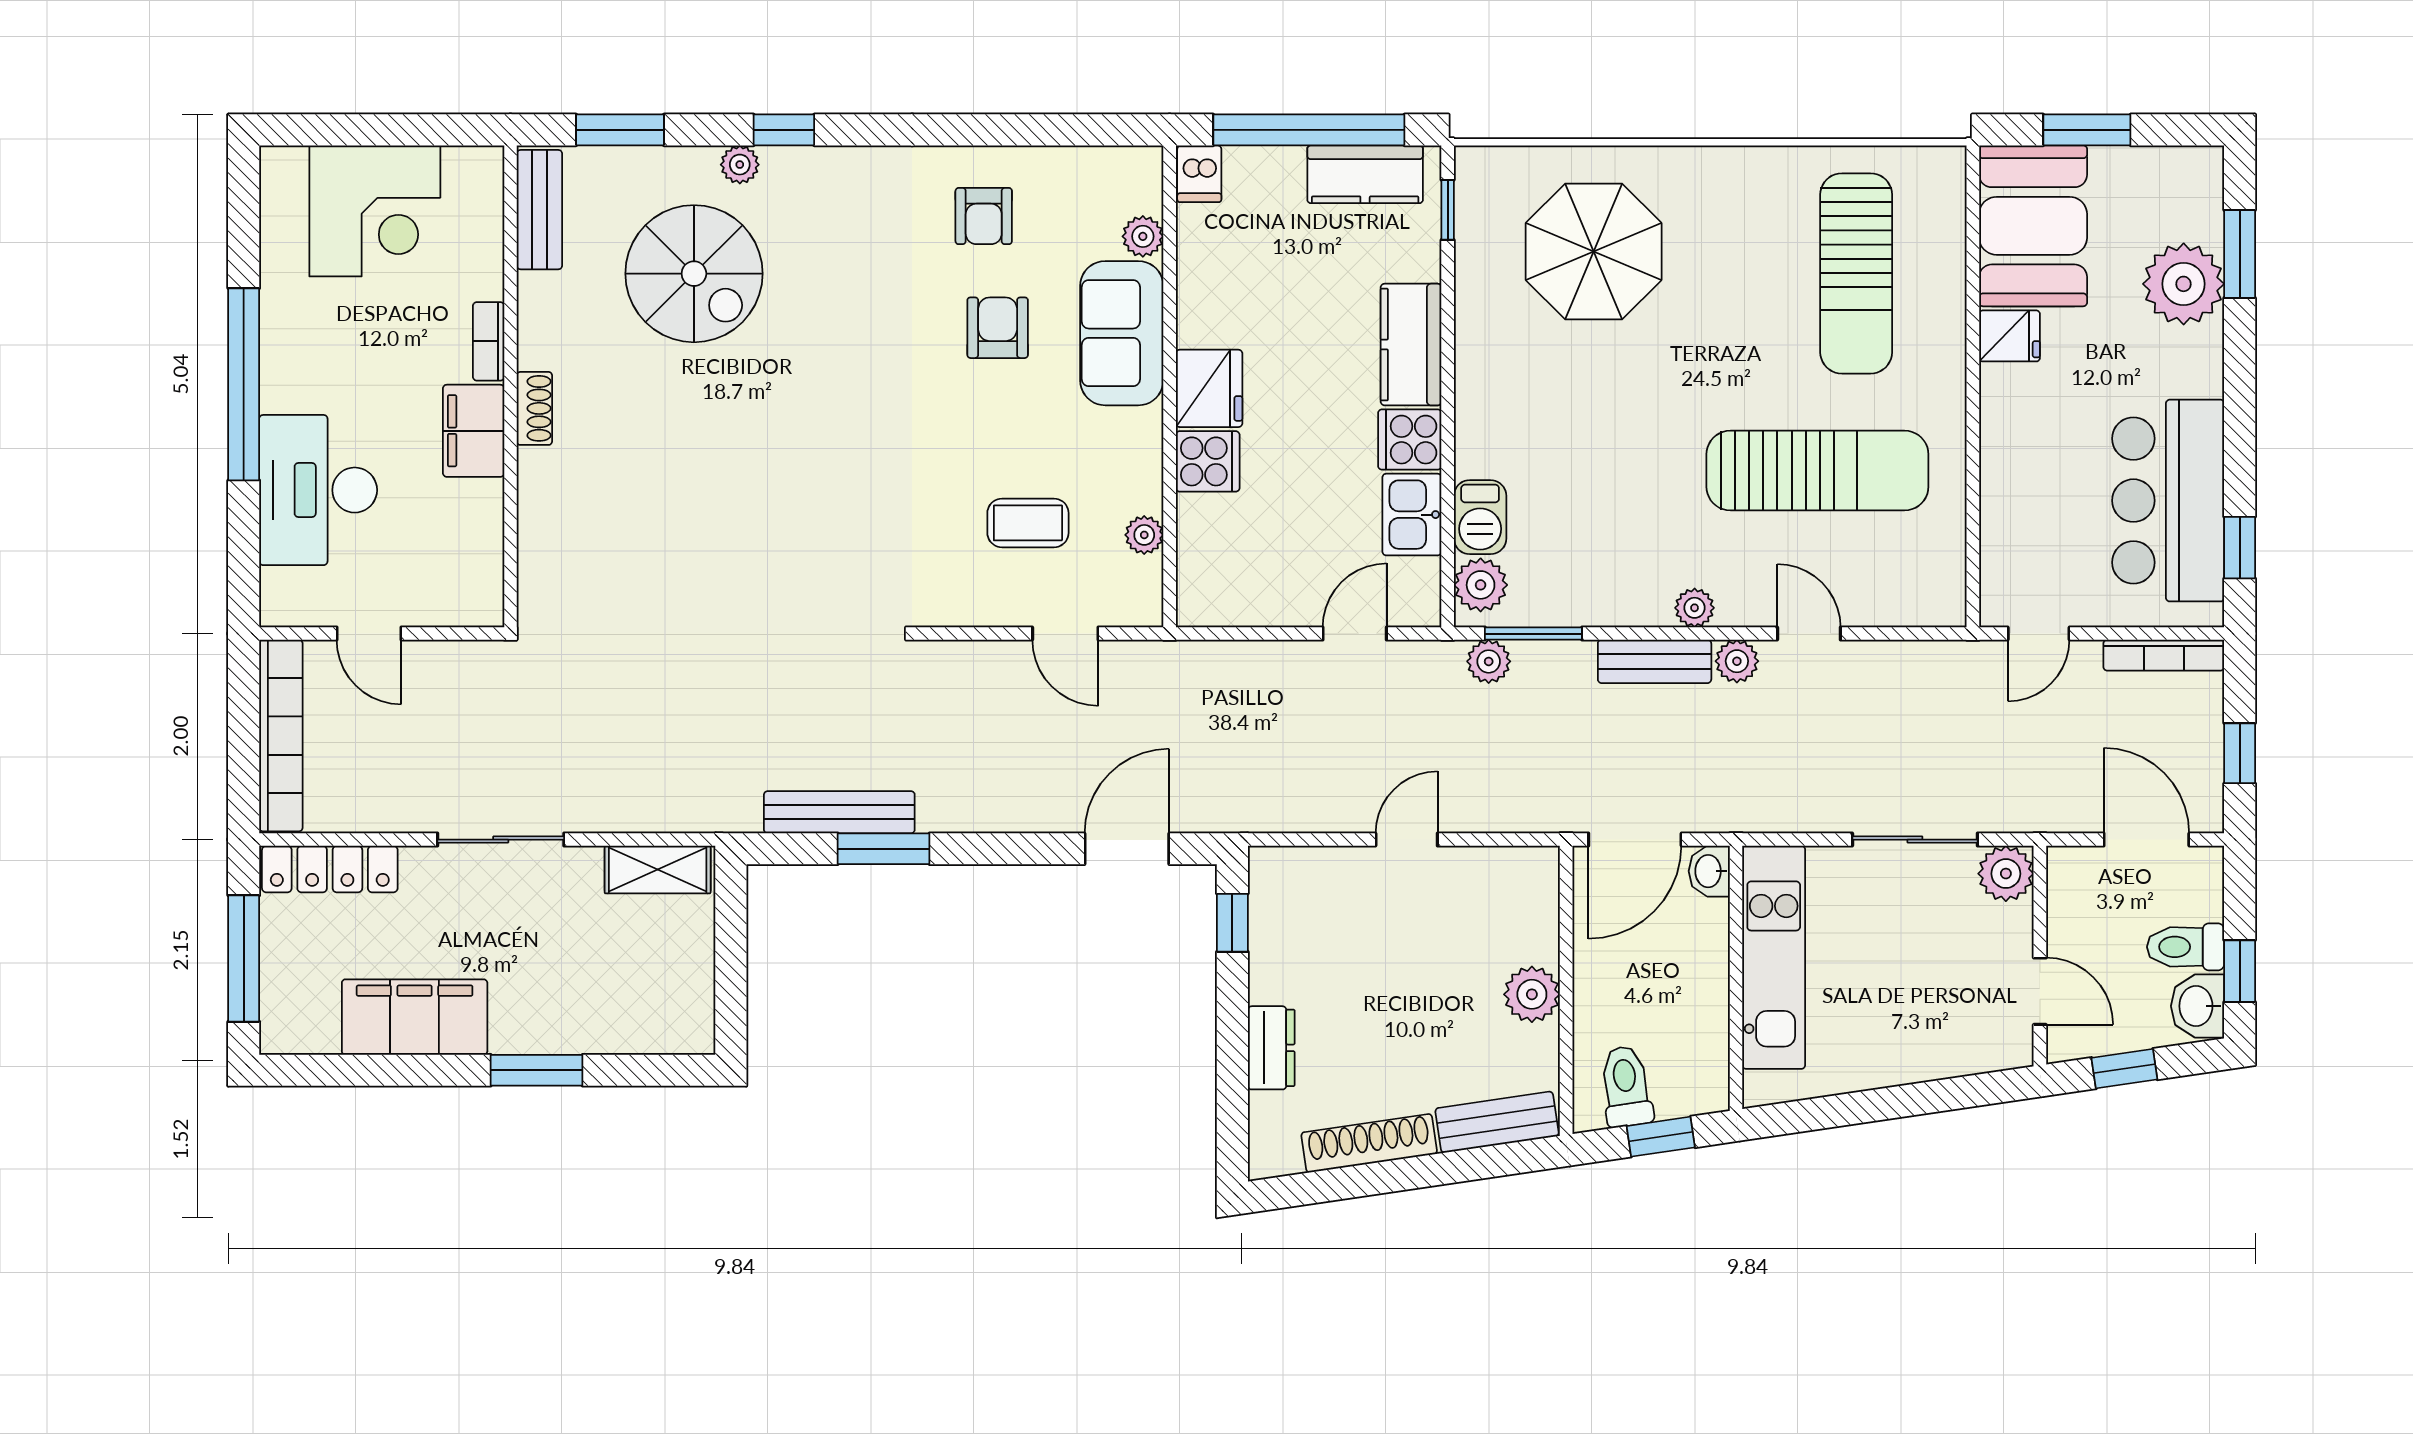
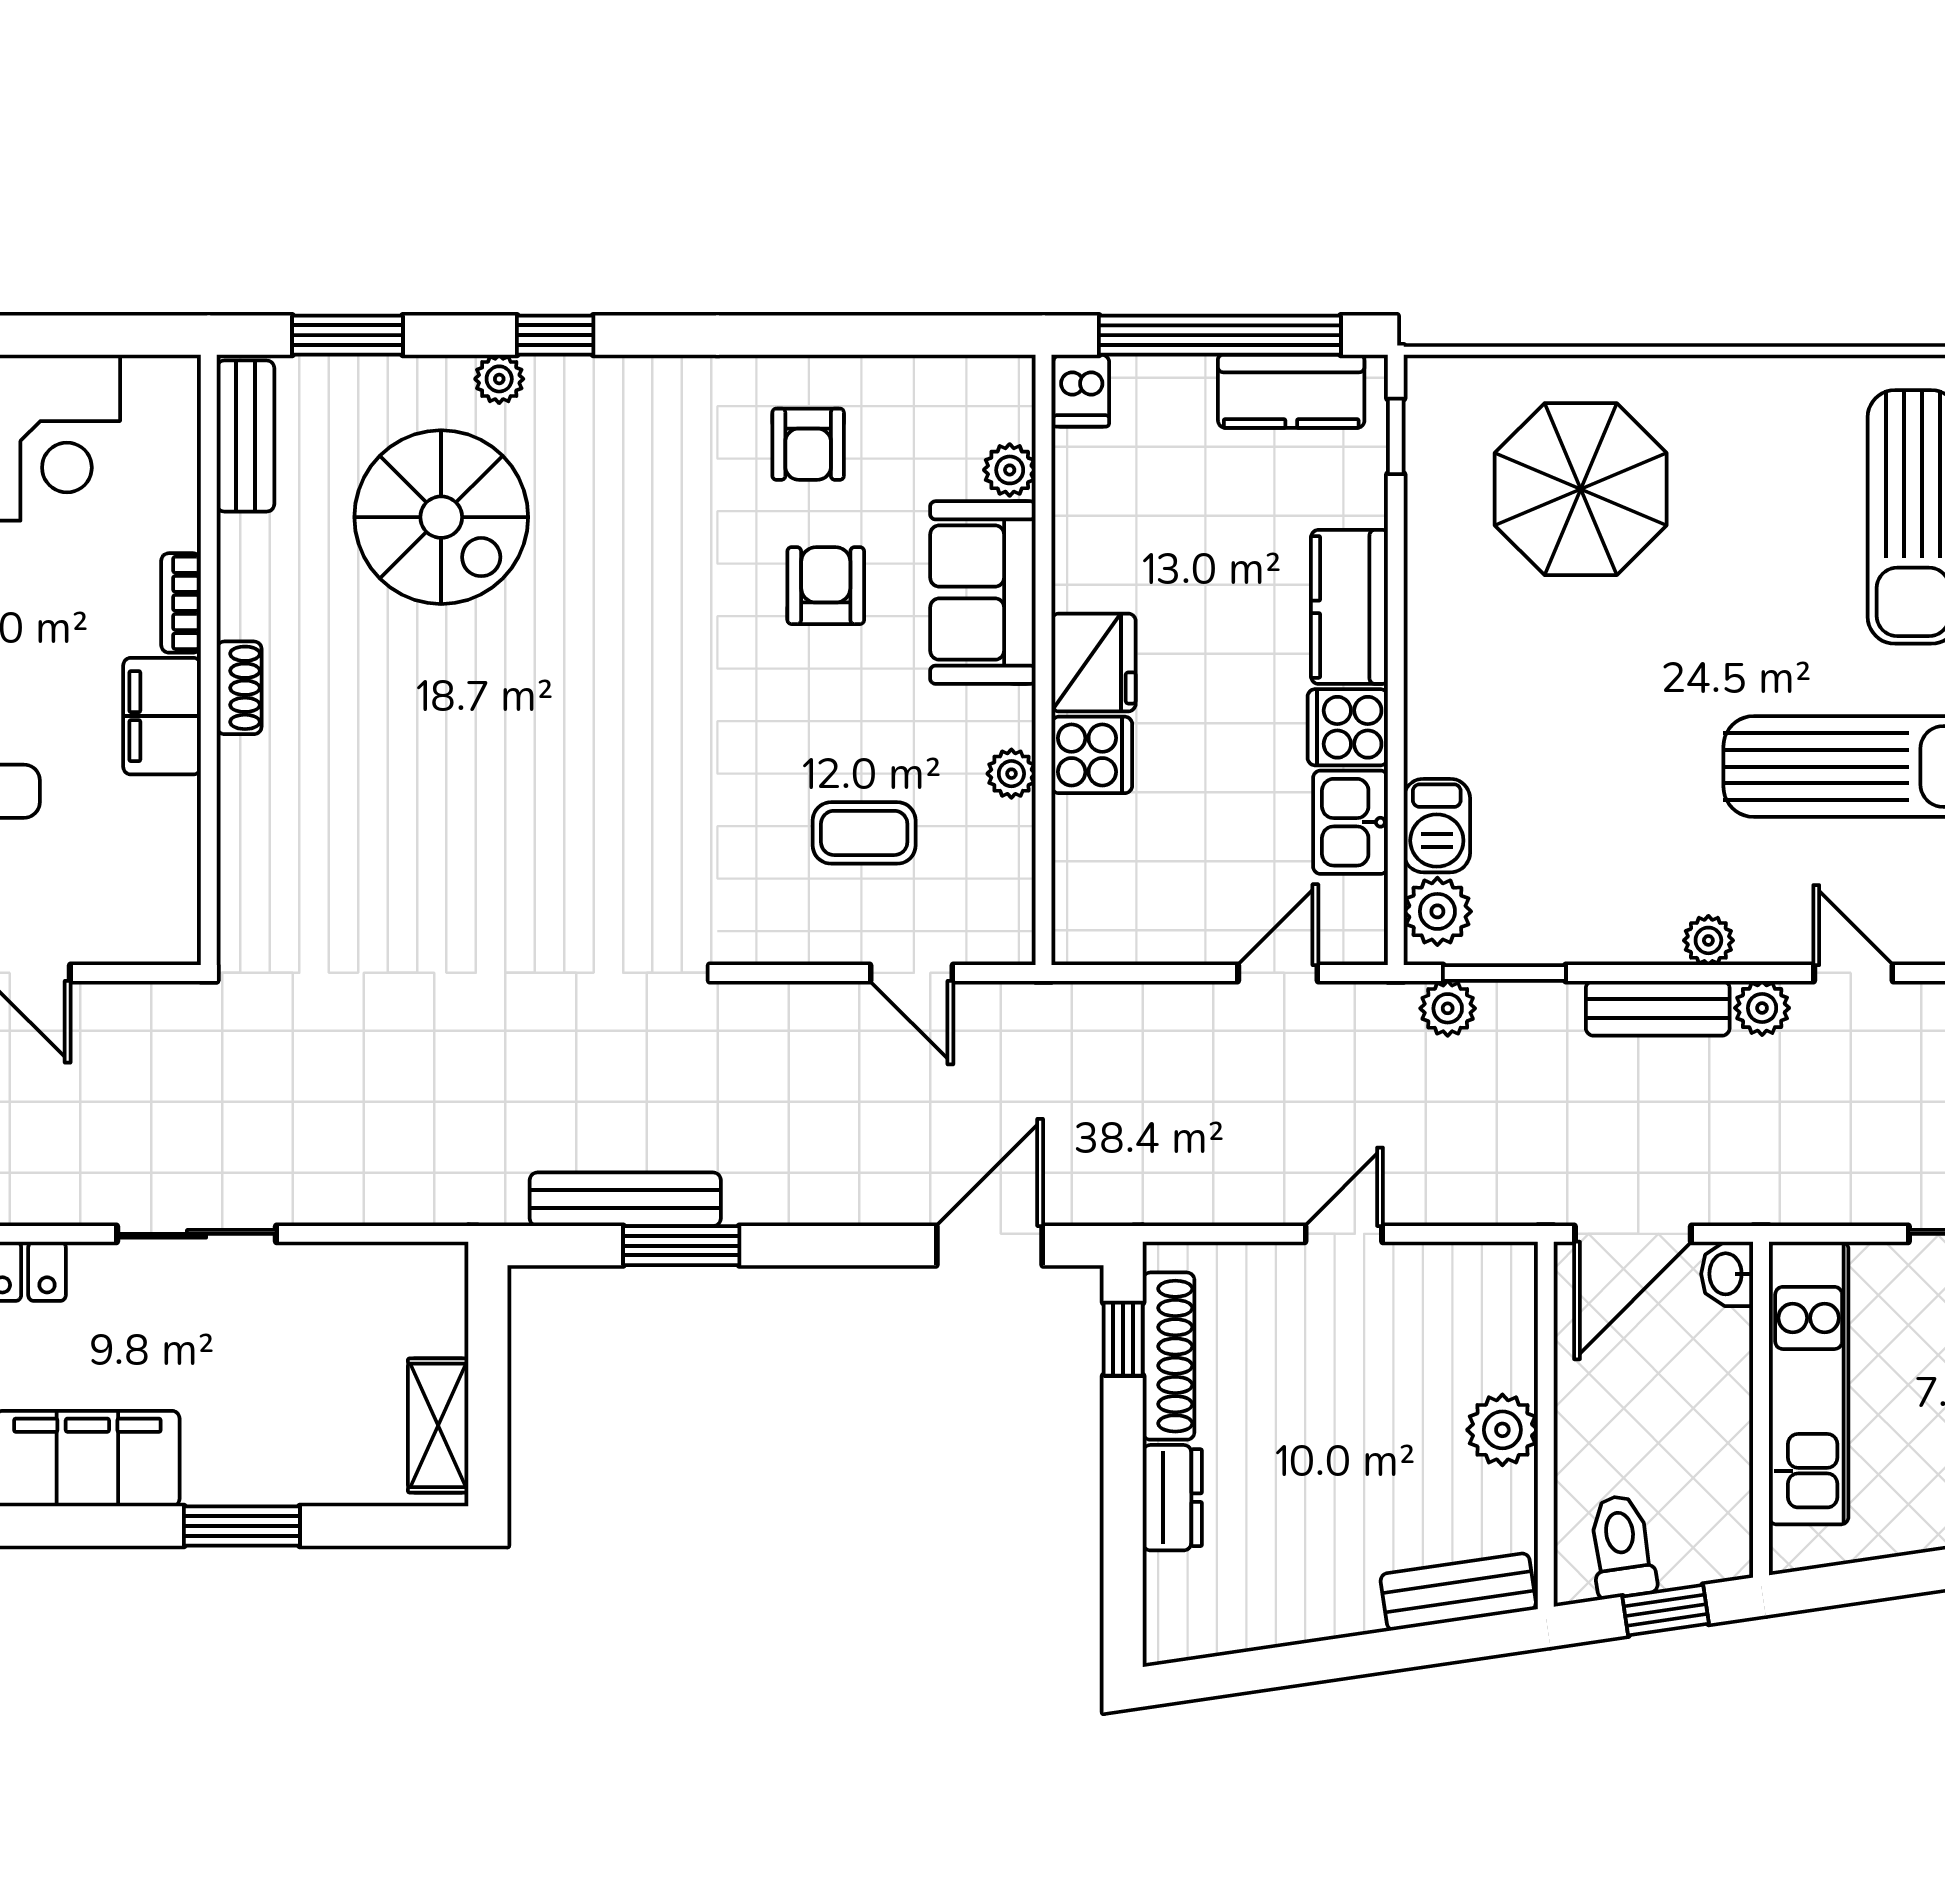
plant: (1144, 535) -> (1011, 774), moved
shelving: (658, 870) -> (438, 1425), moved, turned 90
shoe rack: (1369, 1143) -> (1169, 1356), moved, turned 98

